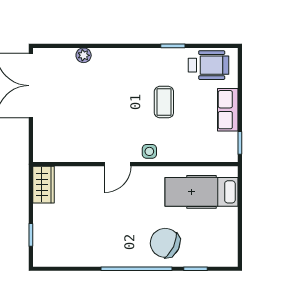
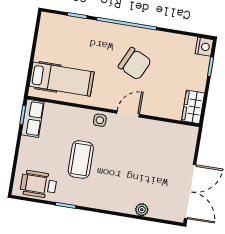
coffee table: (164, 102) -> (81, 160), width x1.36, depth x1.30
row of seats: (228, 110) -> (33, 118), moved
chair: (165, 243) -> (135, 64), moved
nightstand: (42, 257) -> (204, 47), added

